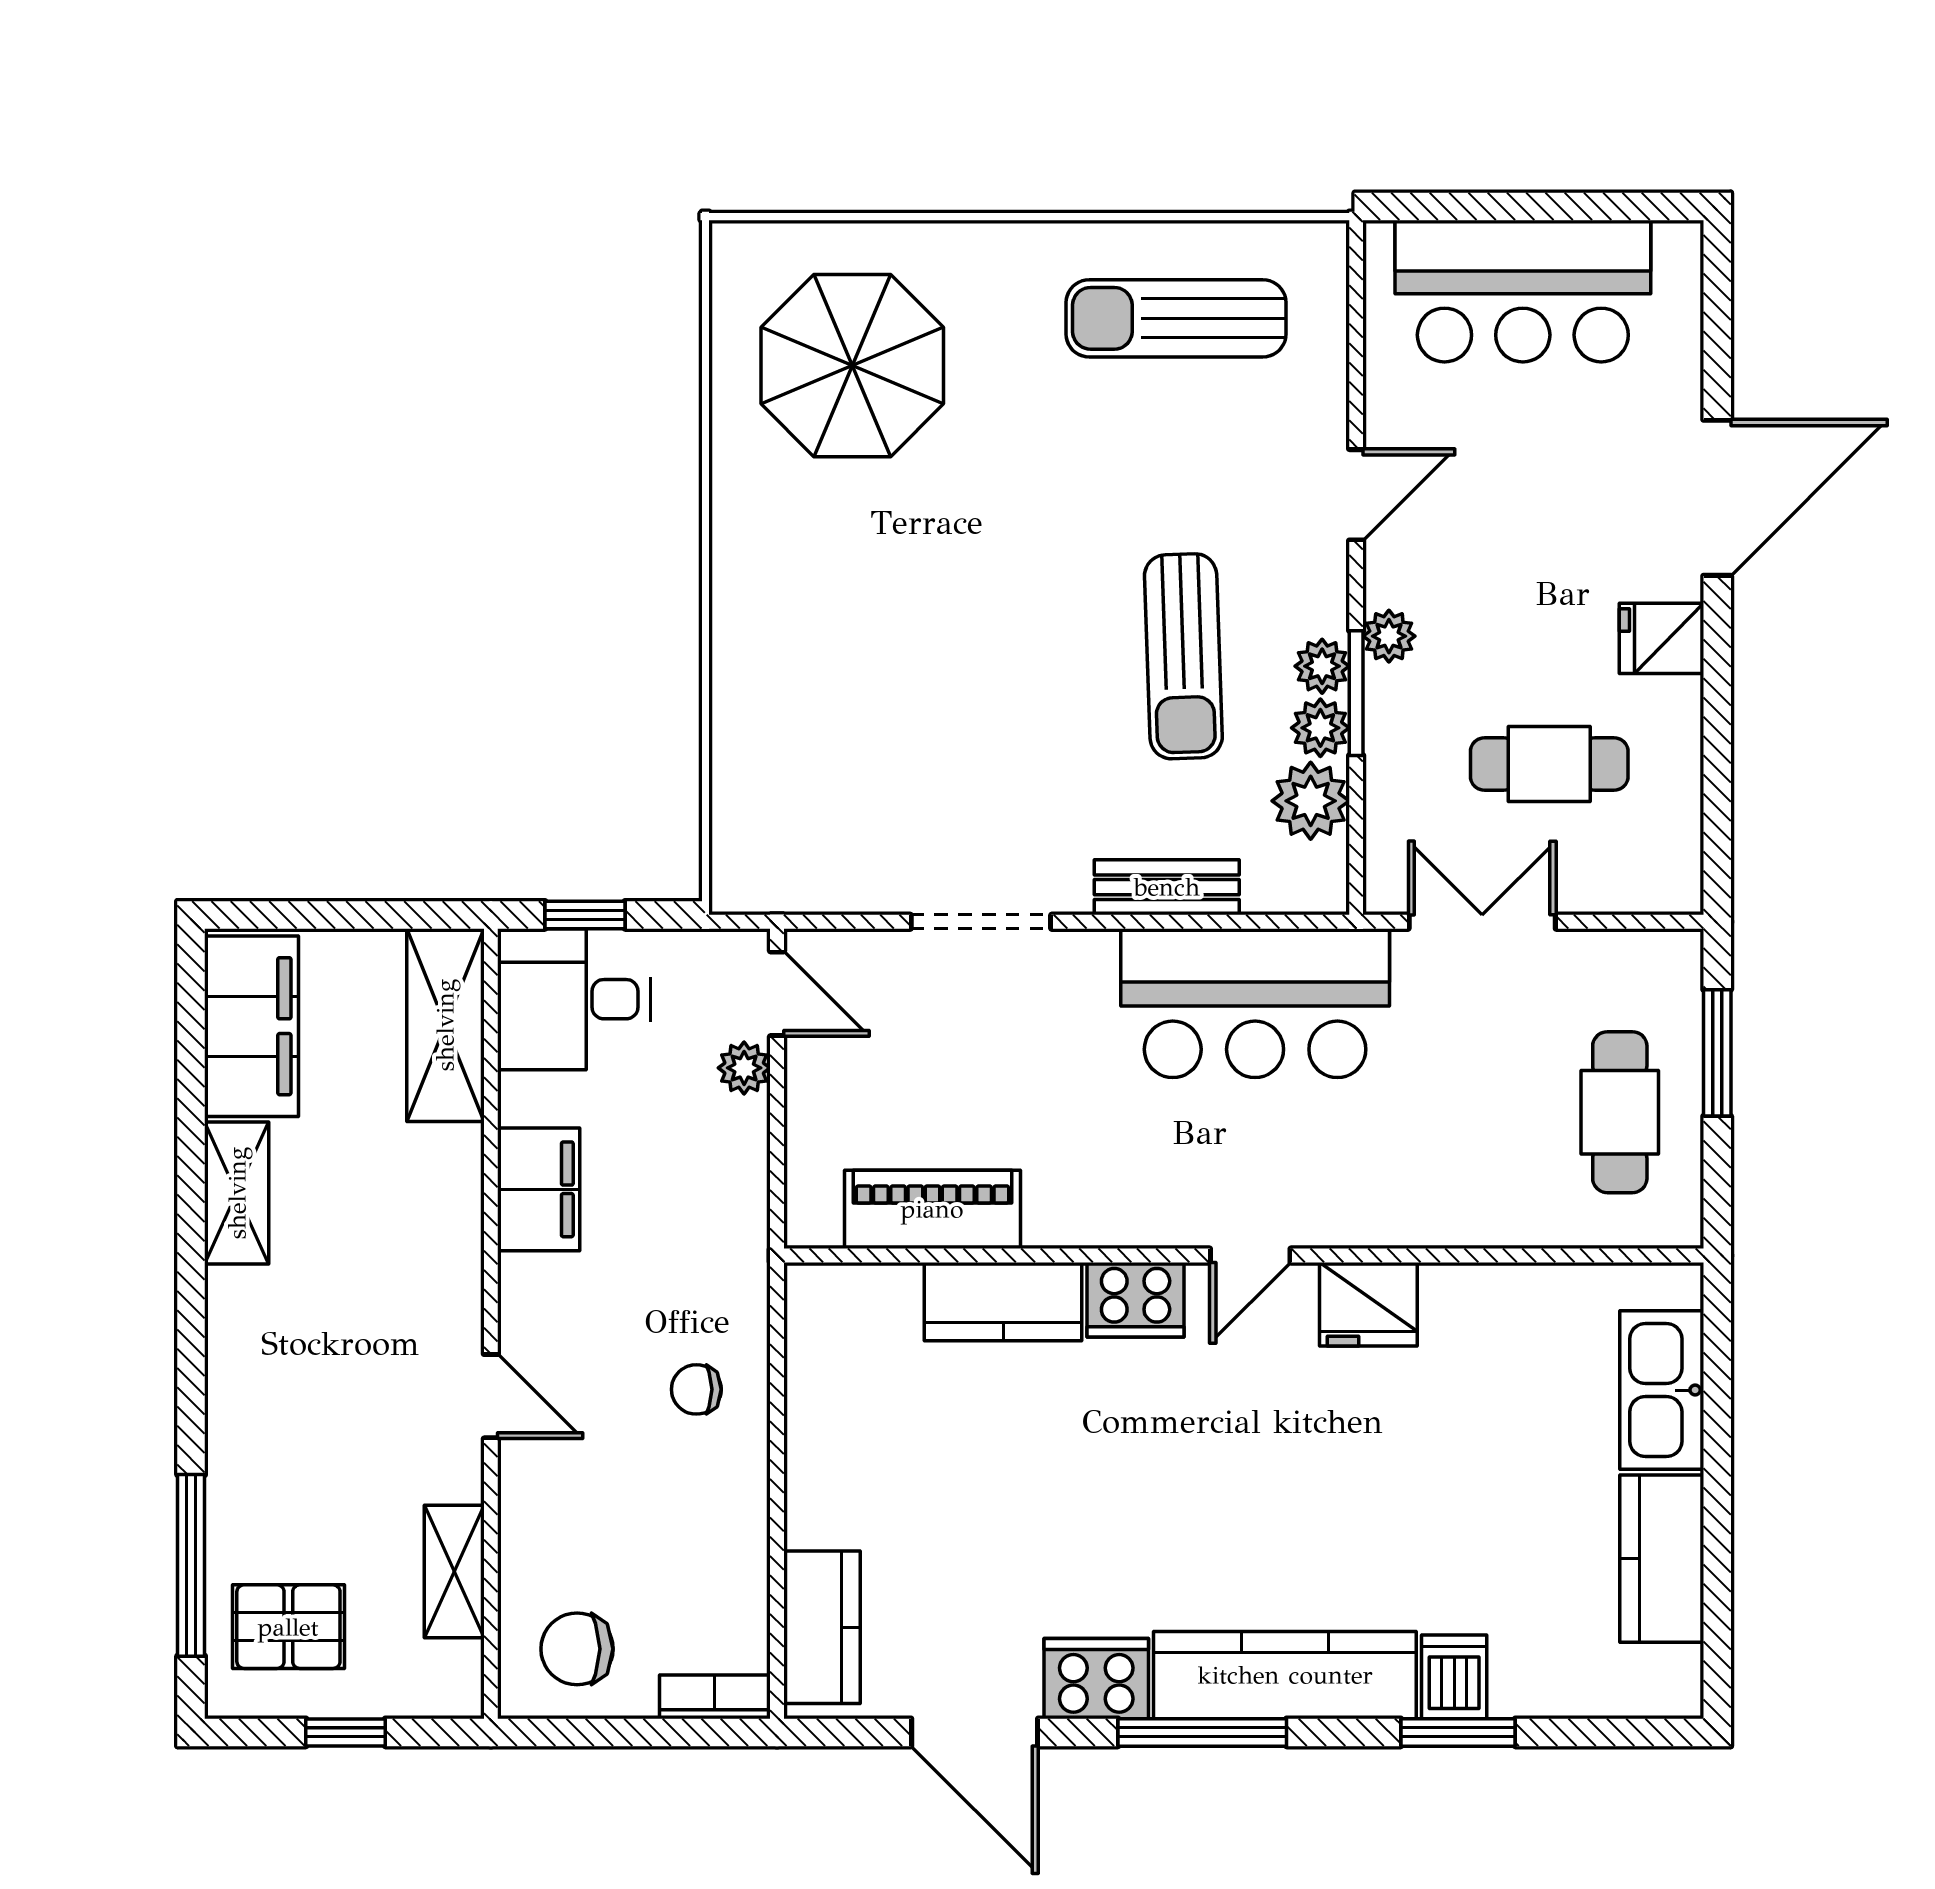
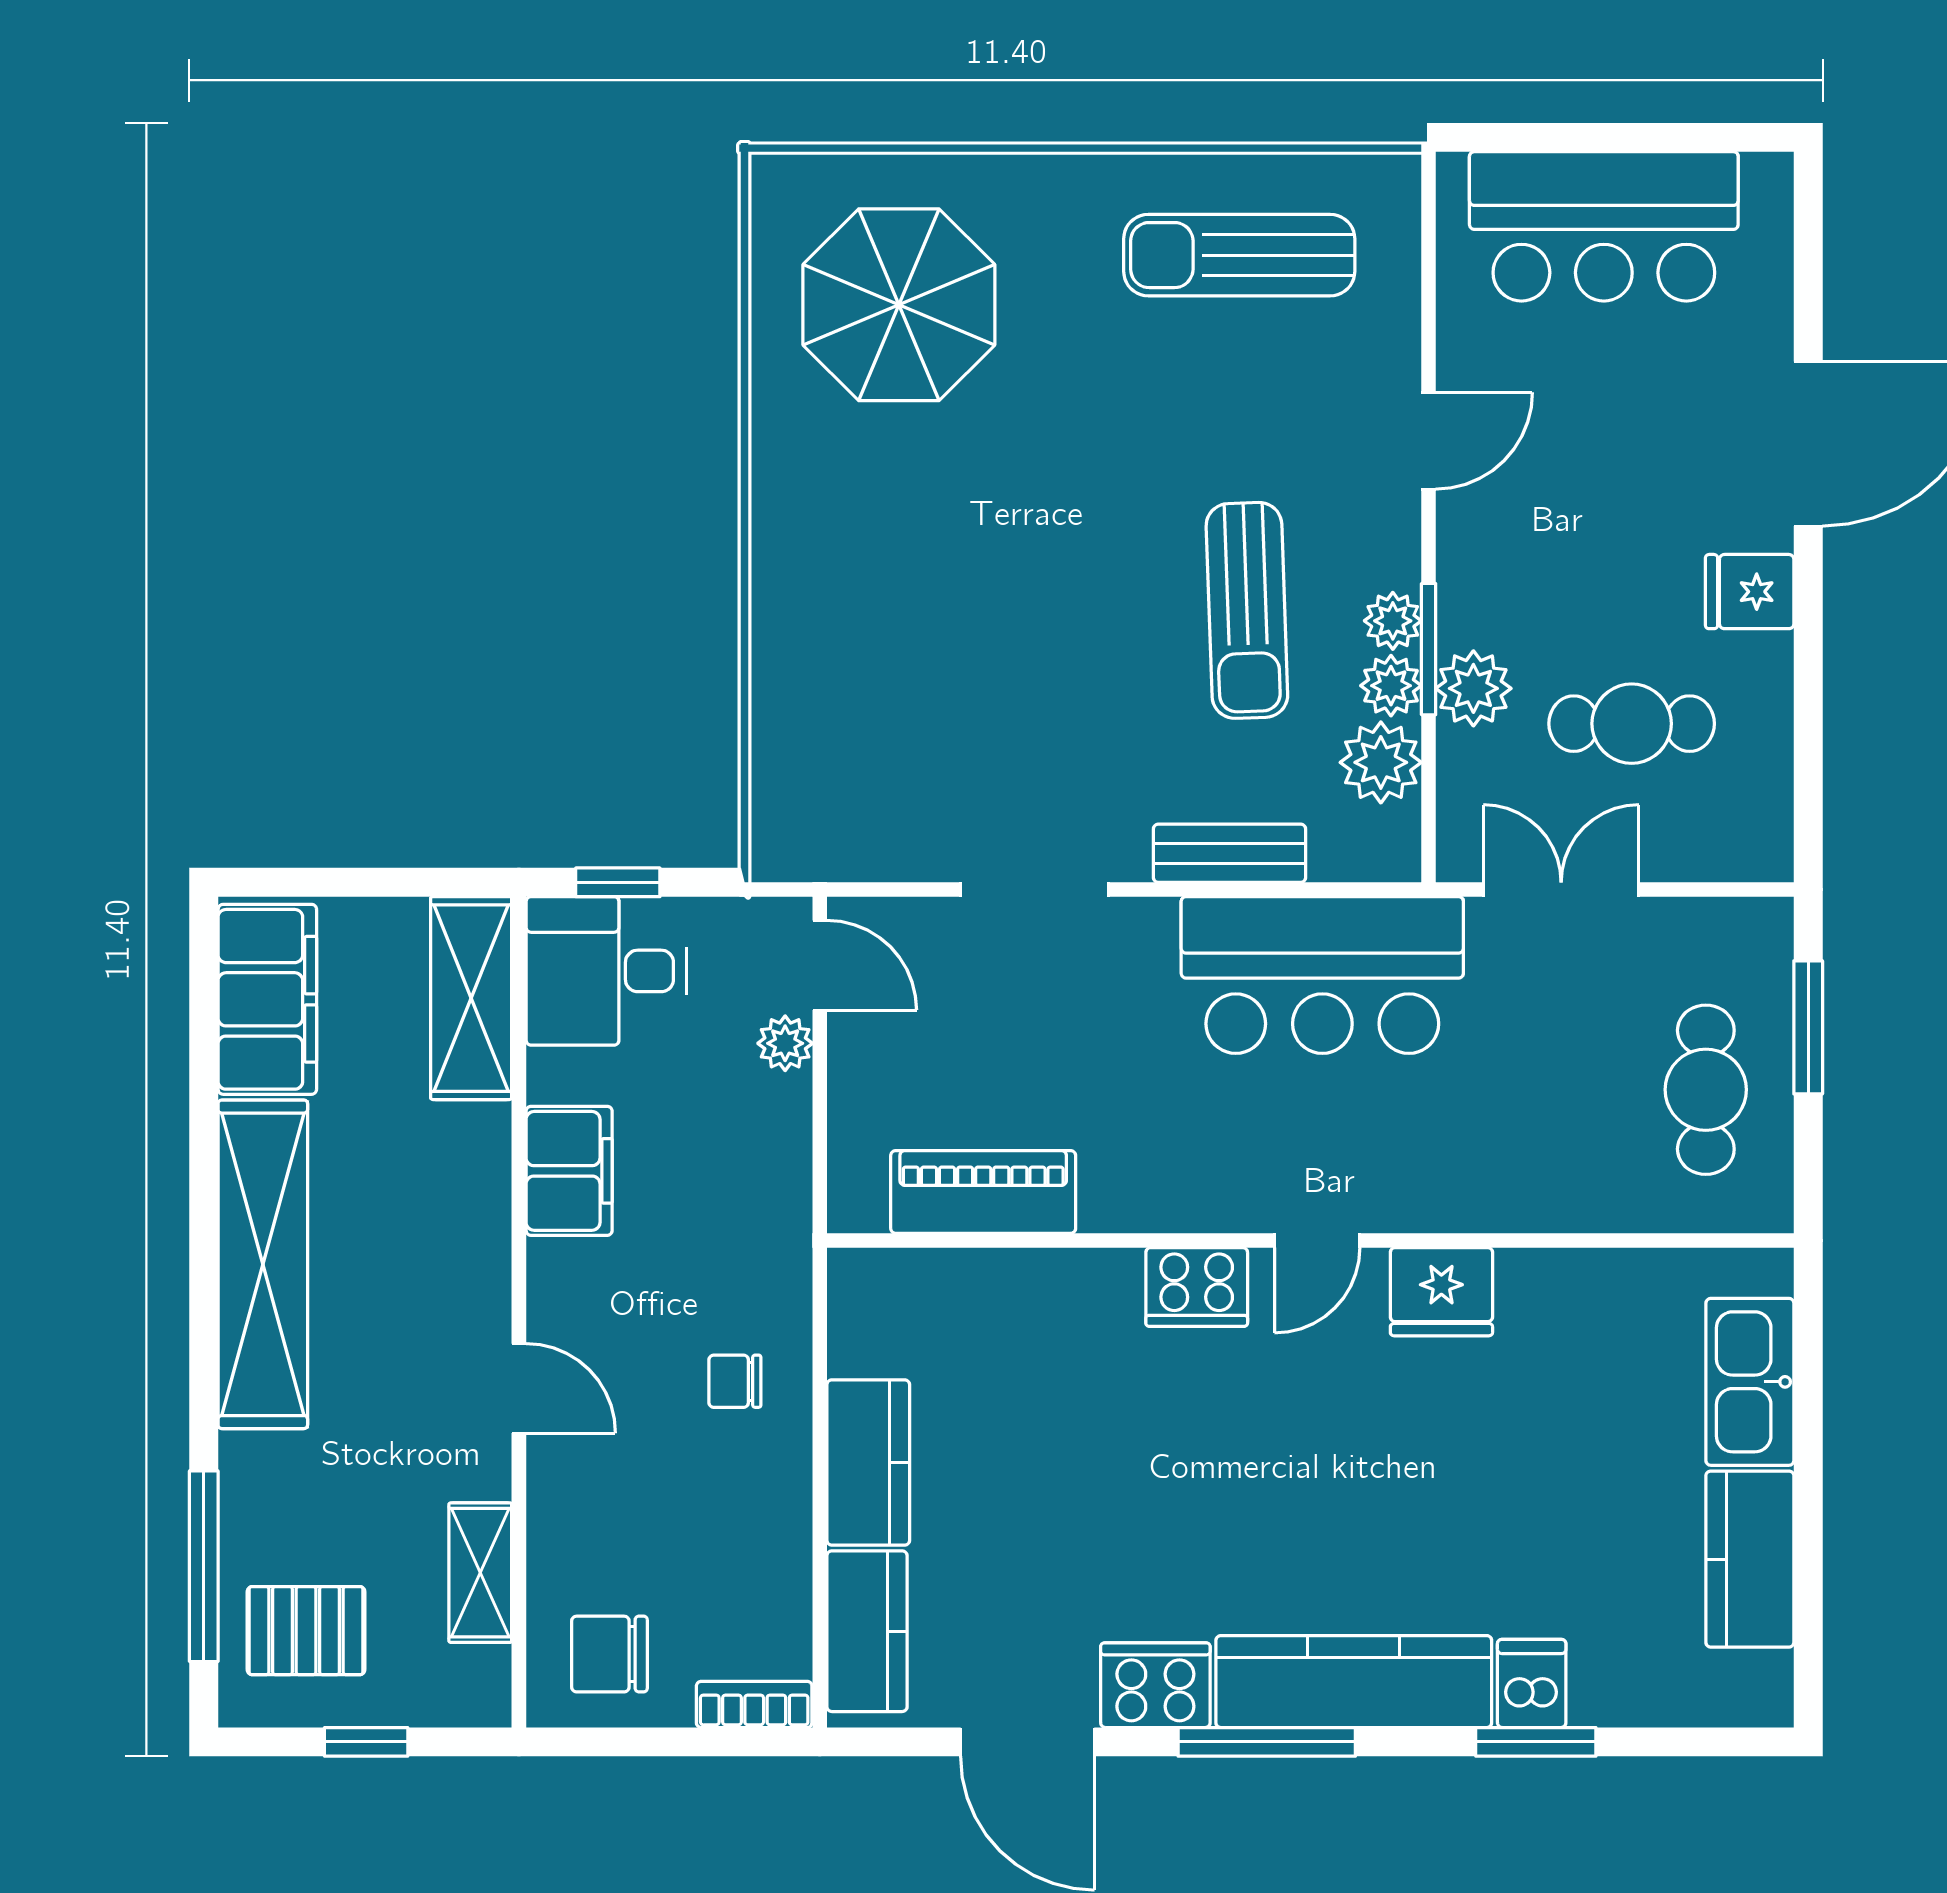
plant: (1389, 636) -> (1473, 688), moved, width x1.38, depth x1.38
shelving: (237, 1193) -> (263, 1264), width x2.20, depth x1.33
kitchen counter: (1003, 1302) -> (868, 1462), moved, turned -90

